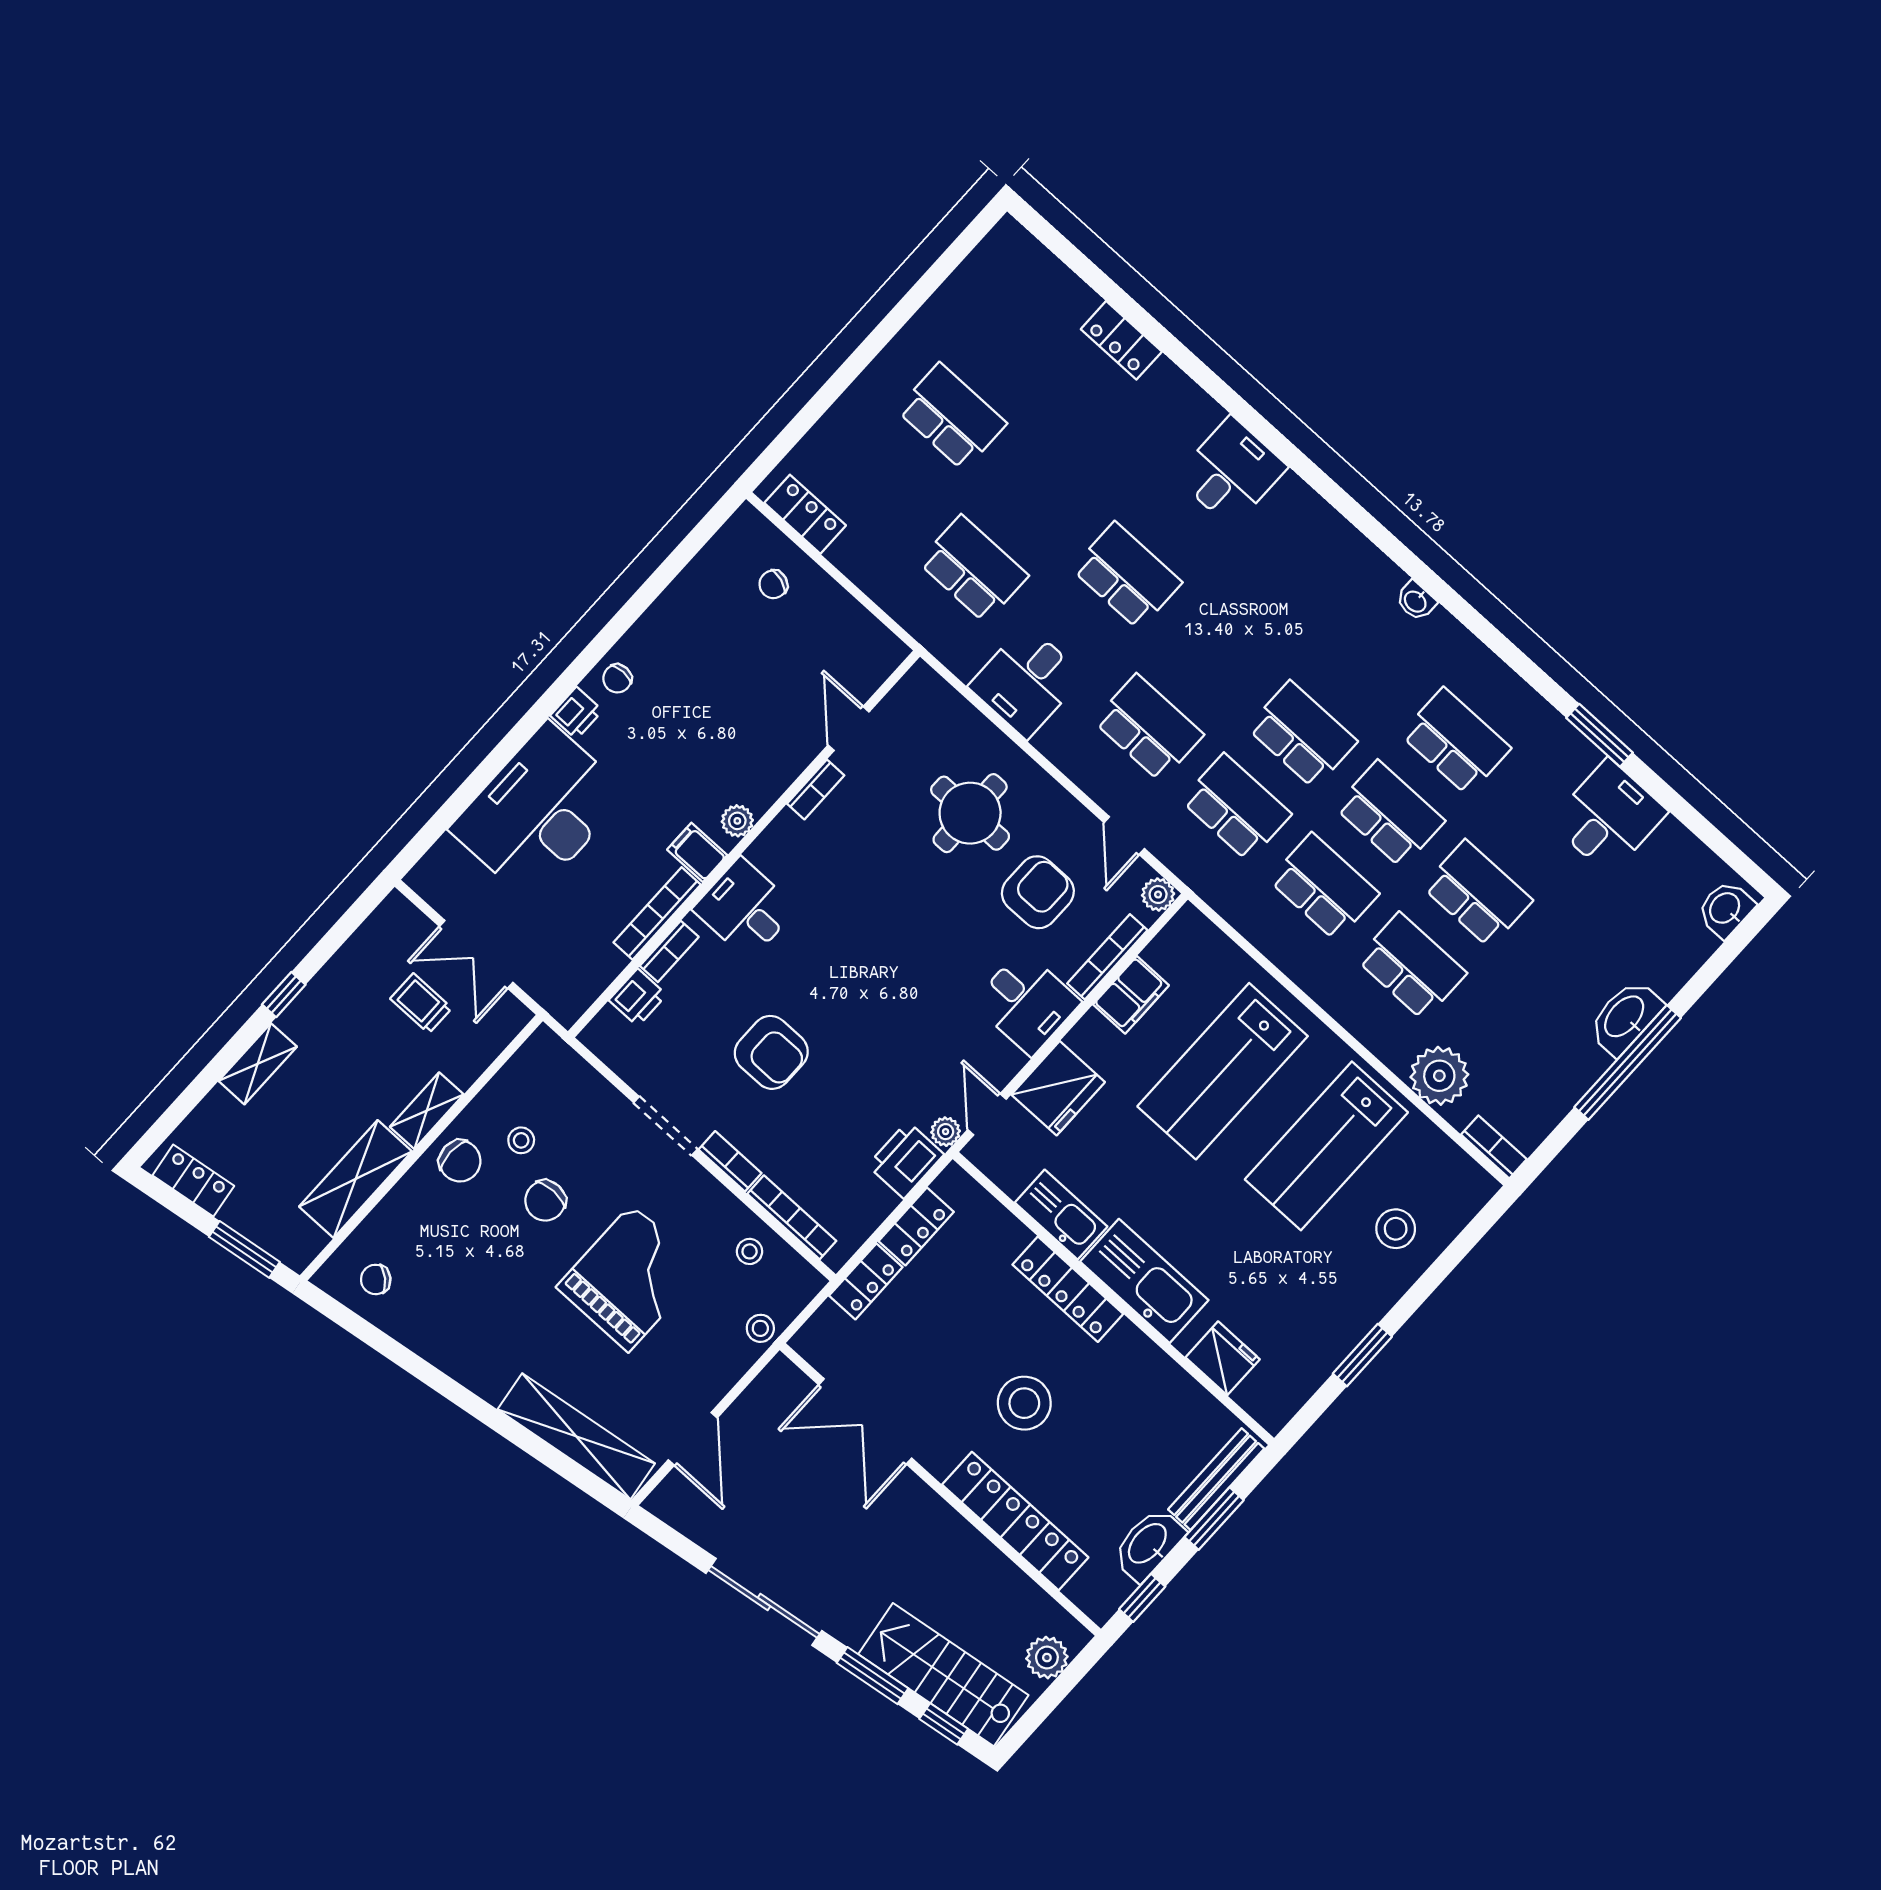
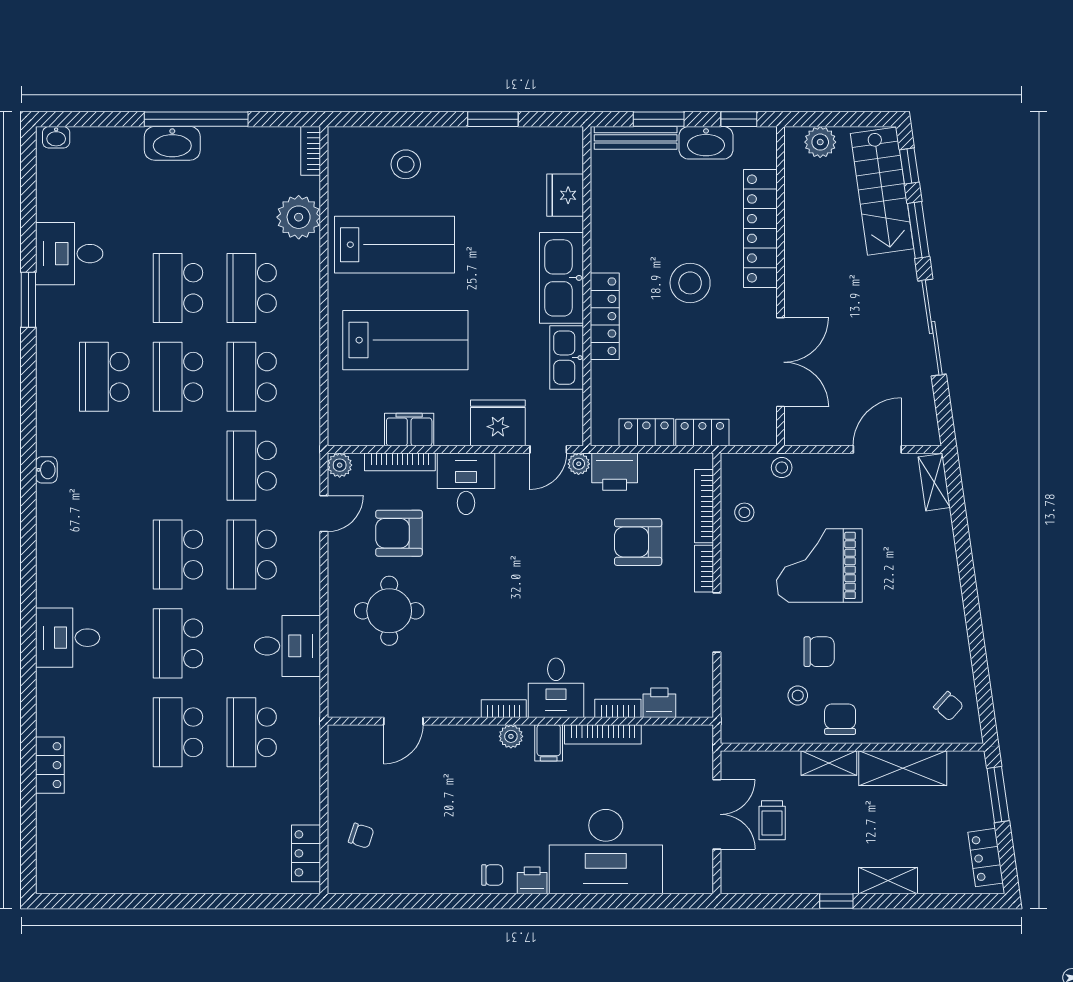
school desk: (952, 417) -> (178, 732), moved
school desk: (1302, 735) -> (178, 555), moved
bookcase: (816, 789) -> (504, 709), moved
washbasin: (1726, 909) -> (56, 137), width x0.72, depth x0.69
armchair: (771, 1052) -> (638, 542), moved, turned -90
shelving: (576, 1436) -> (934, 482), width x0.45, depth x0.75

